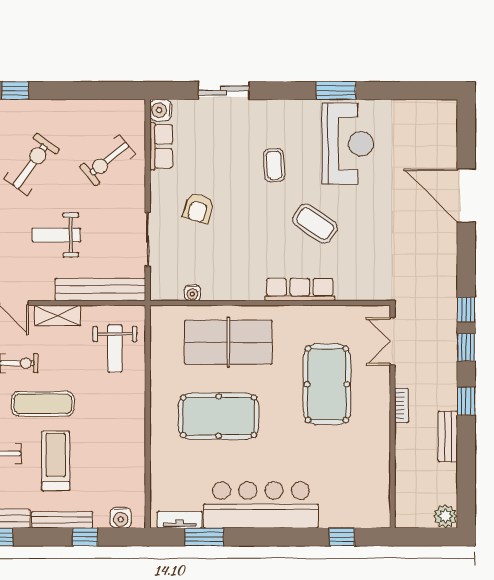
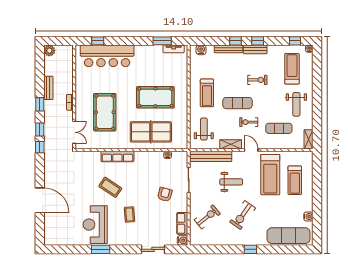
treadmill: (56, 461) -> (207, 93), moved
bar counter: (261, 505) -> (107, 56), moved
window: (85, 537) -> (236, 41), moved

